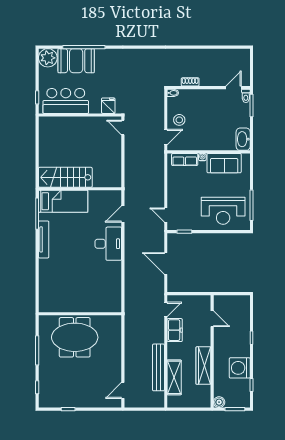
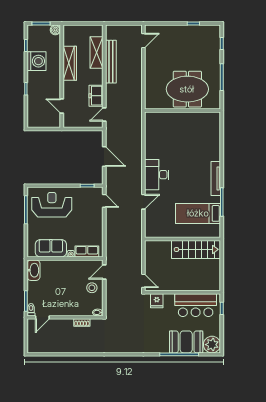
stairs: (65, 177) -> (196, 249), moved
wall: (80, 189) -> (183, 239), moved

